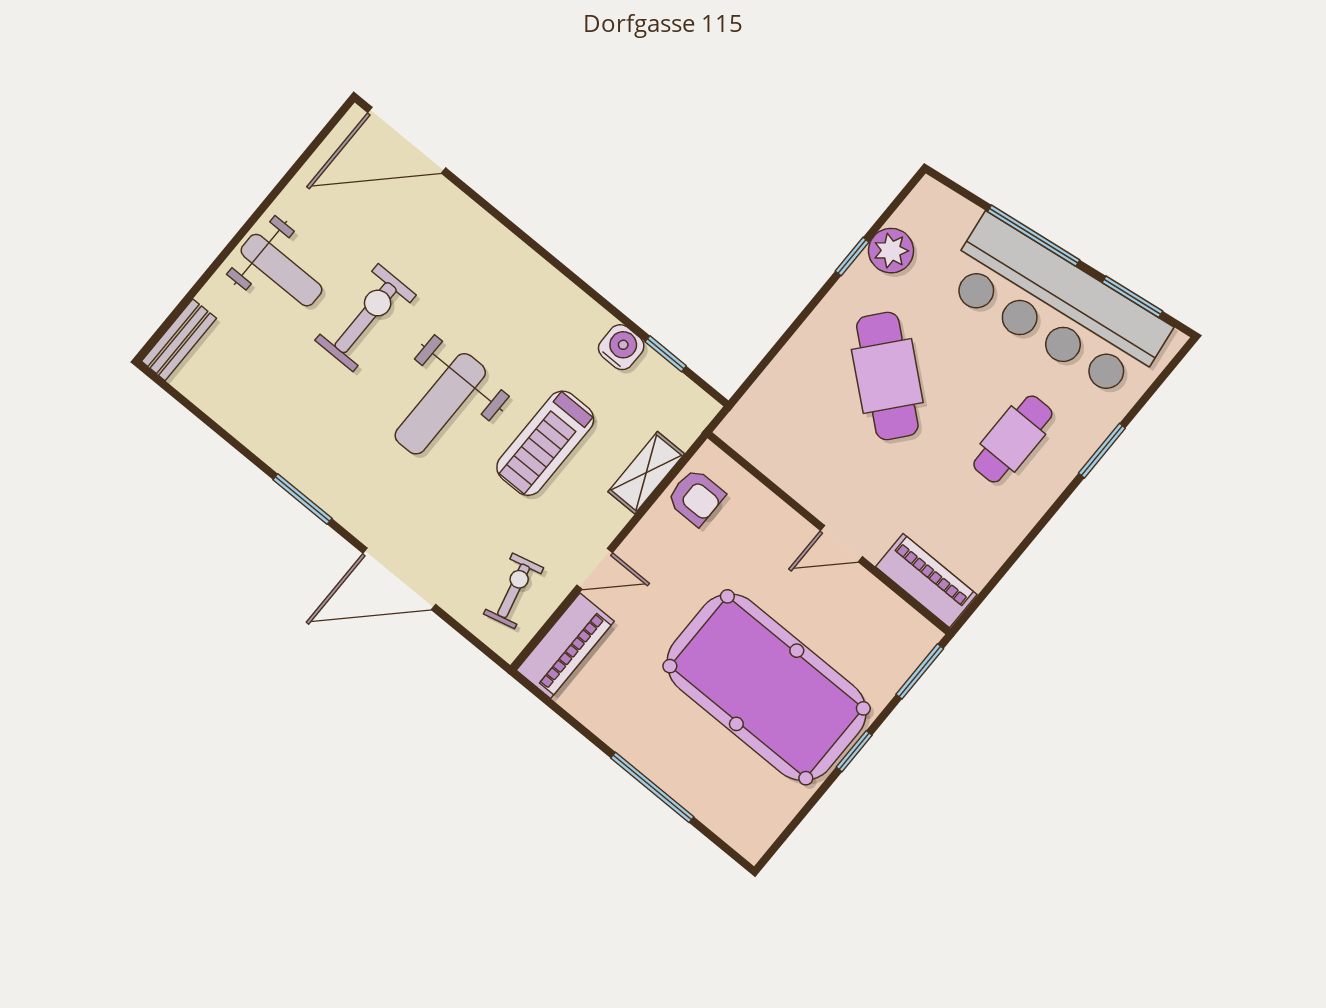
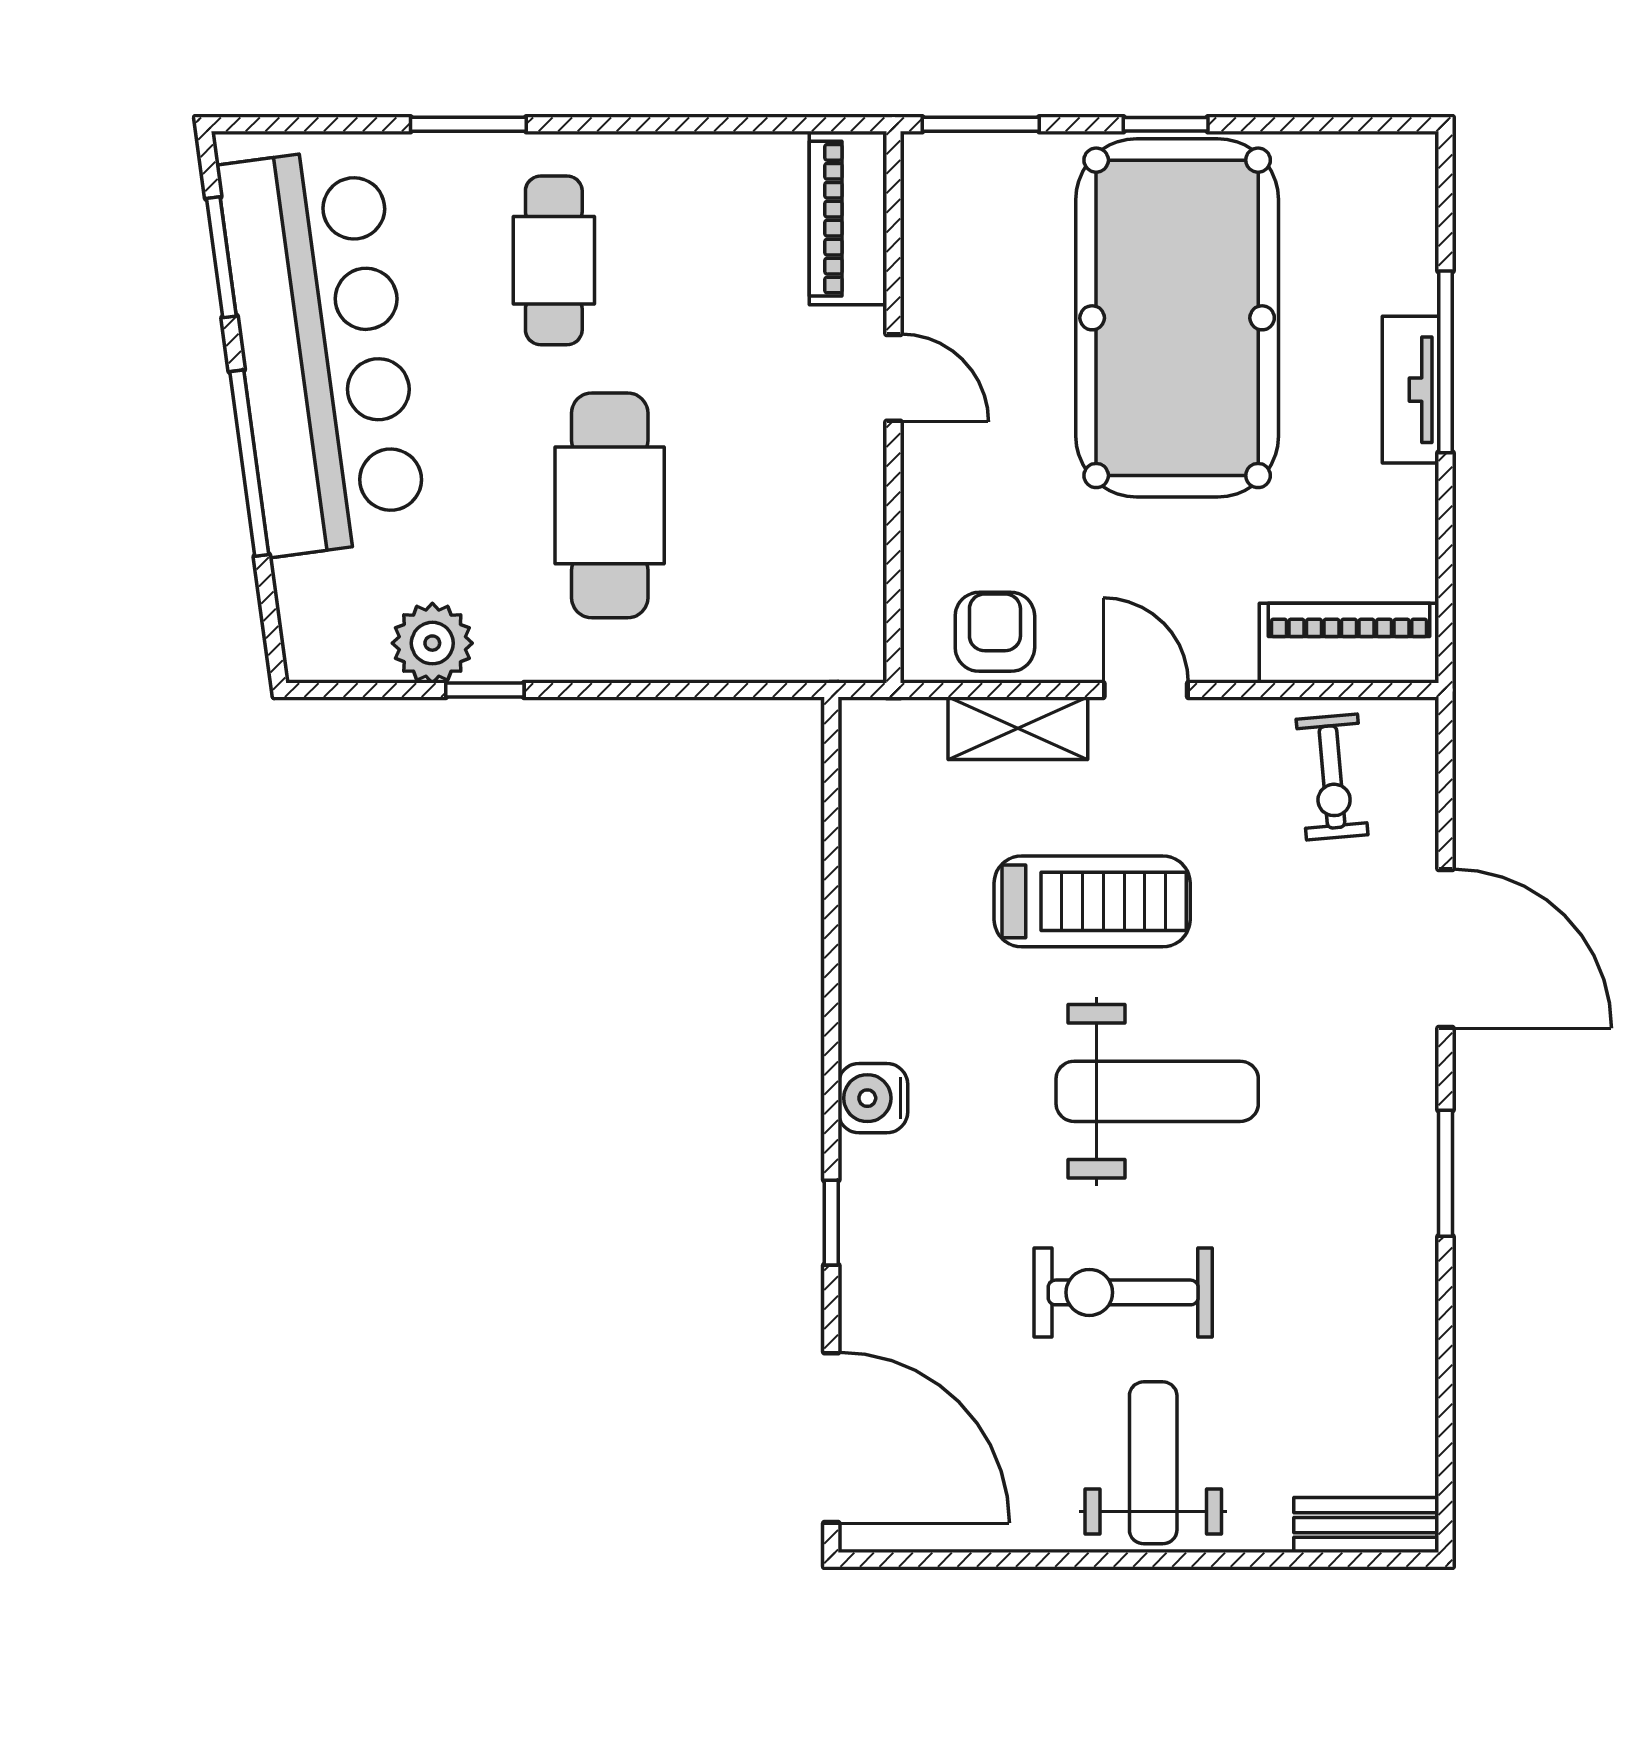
water cooler: (621, 347) -> (873, 1098), moved
window: (666, 354) -> (831, 1223), moved
cafe table: (887, 376) -> (610, 505), turned -40
cafe table: (1013, 439) -> (554, 260), turned 90
door: (595, 569) -> (1146, 690), moved
exercise bike: (514, 591) -> (1332, 777), turned -81
tv unit: (653, 762) -> (1411, 390), added

